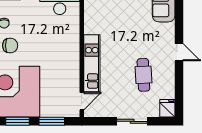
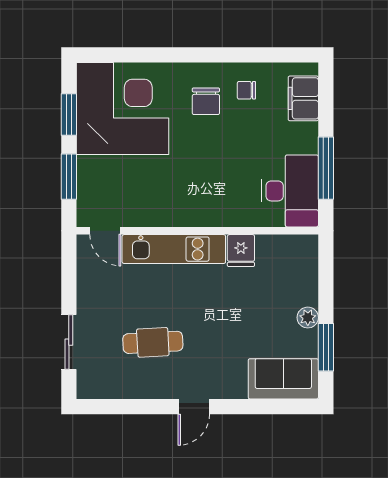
fridge: (167, 108) -> (241, 251), moved, turned 90
sliding door: (132, 121) -> (69, 342), moved

